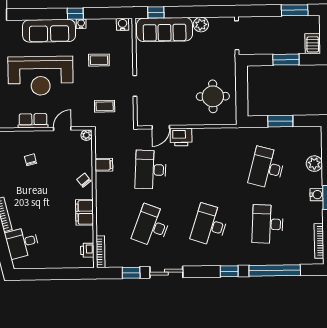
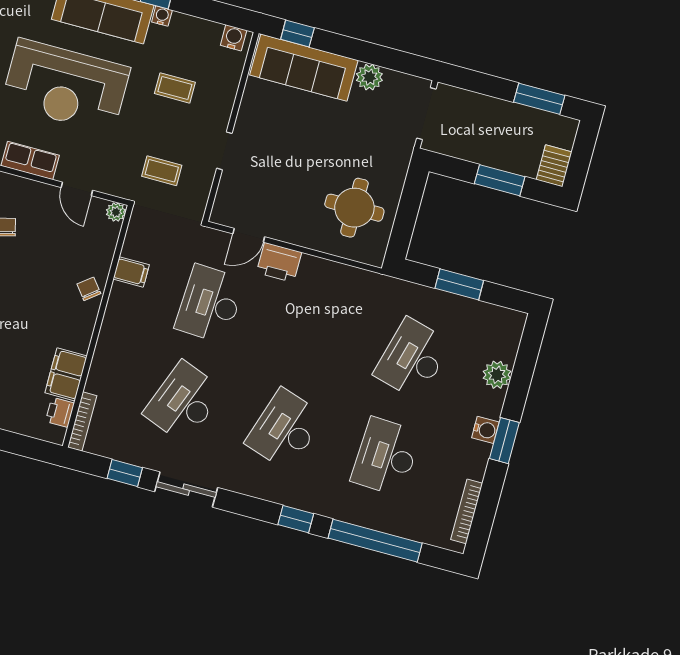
door: (62, 129) -> (77, 189), swing flipped
filing cabinet: (84, 212) -> (66, 374), moved

